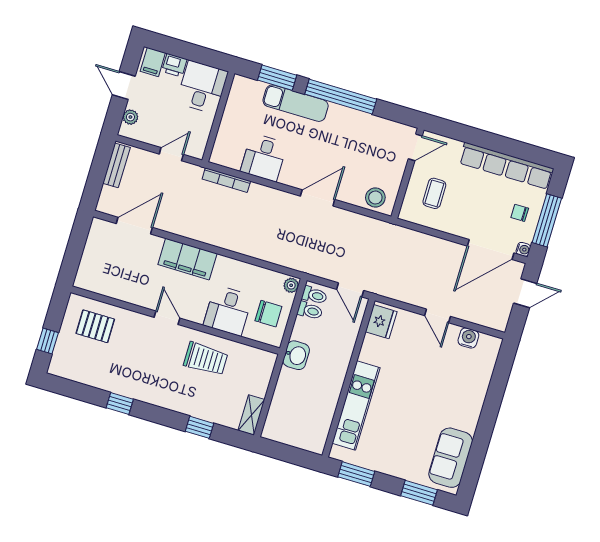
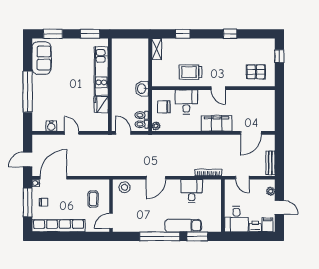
door: (171, 154) -> (242, 178), hinge flipped
fridge: (381, 322) -> (101, 105), moved
window: (491, 408) -> (28, 92), added

